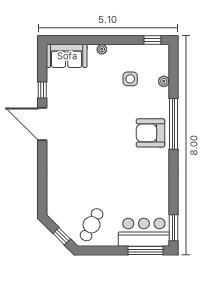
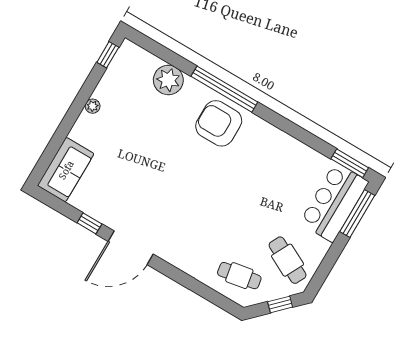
plant: (102, 49) -> (93, 106), moved
side table: (130, 79) -> (139, 109), removed
plant: (164, 81) -> (168, 80), width x1.87, depth x1.87
armchair: (150, 133) -> (219, 123), turned 90
cafe table: (65, 201) -> (239, 276), added

